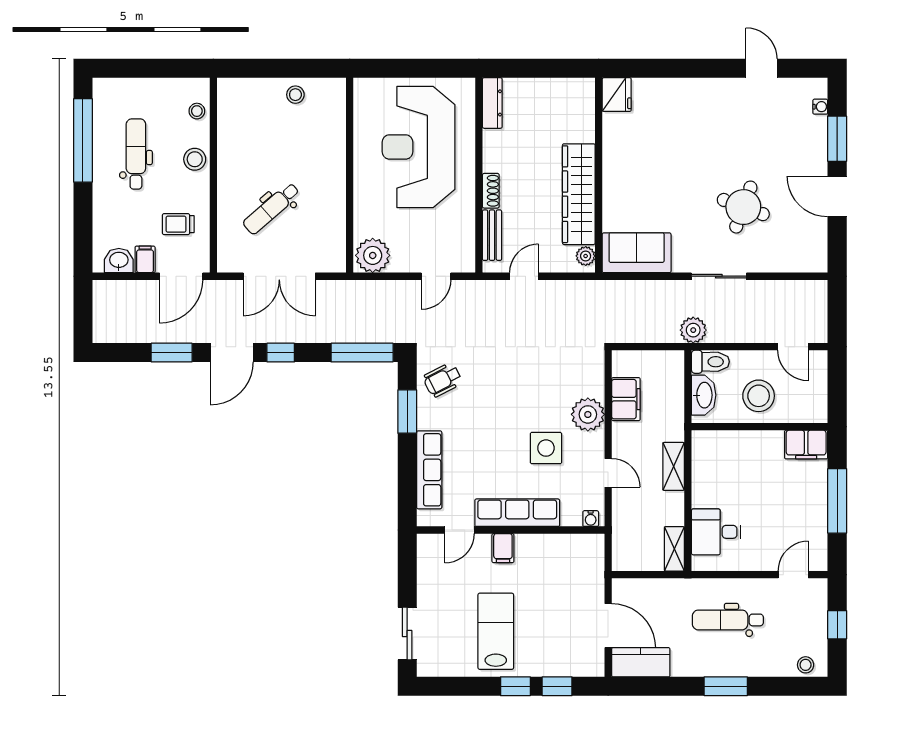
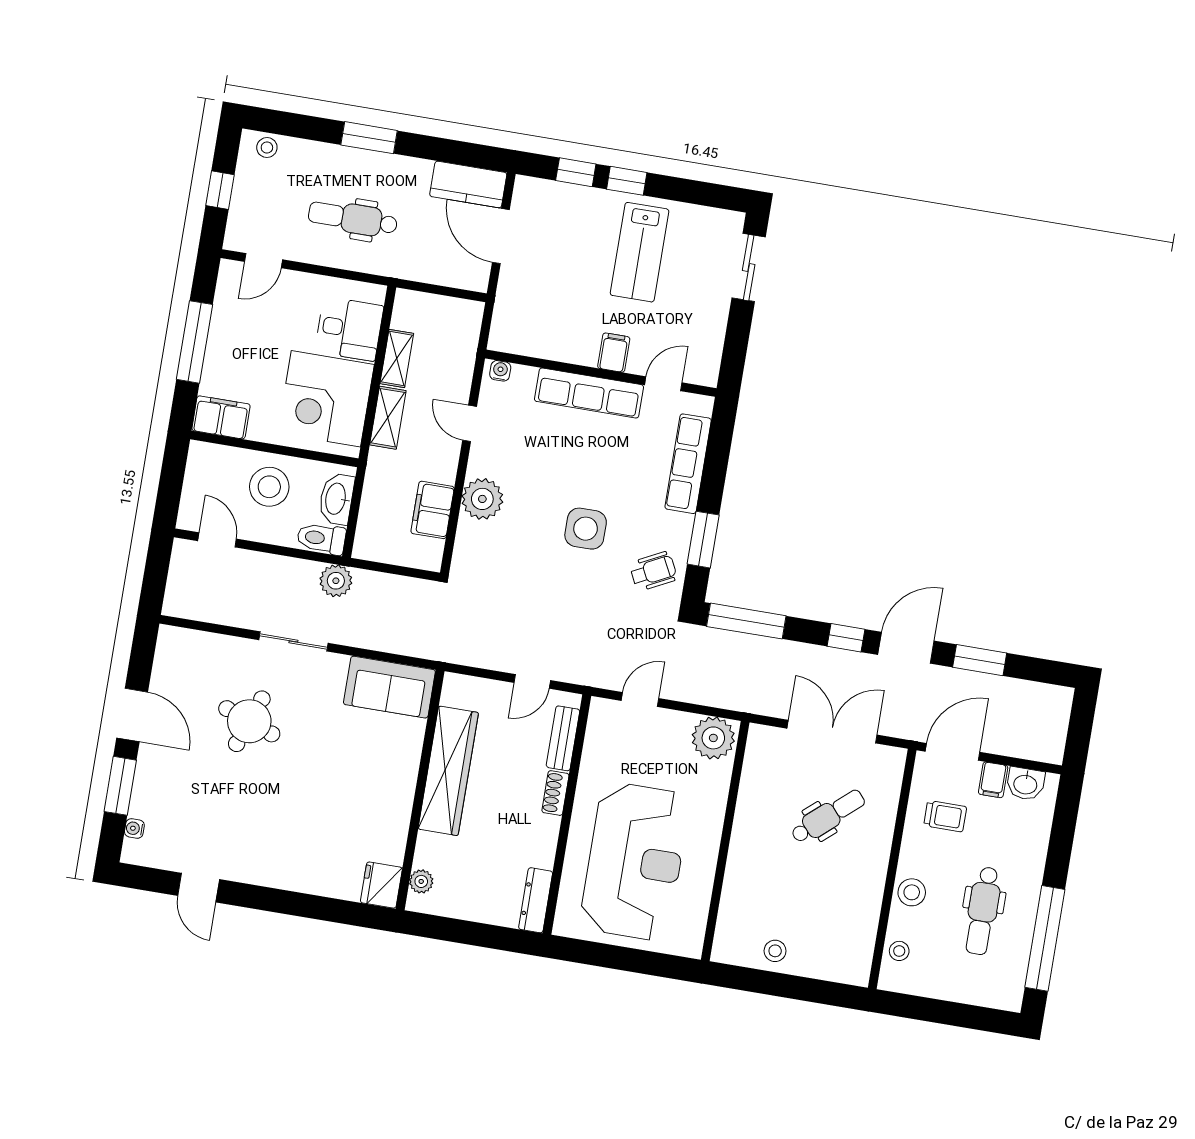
plant: (586, 256) -> (421, 881), moved
side table: (546, 448) -> (586, 529), moved
corner desk: (725, 473) -> (326, 399), added
shelving: (674, 549) -> (397, 358), moved
dental chair: (728, 620) -> (353, 218), turned 180

